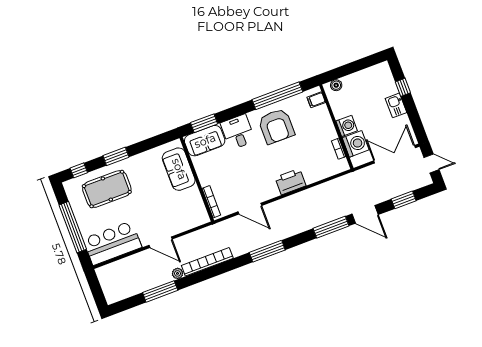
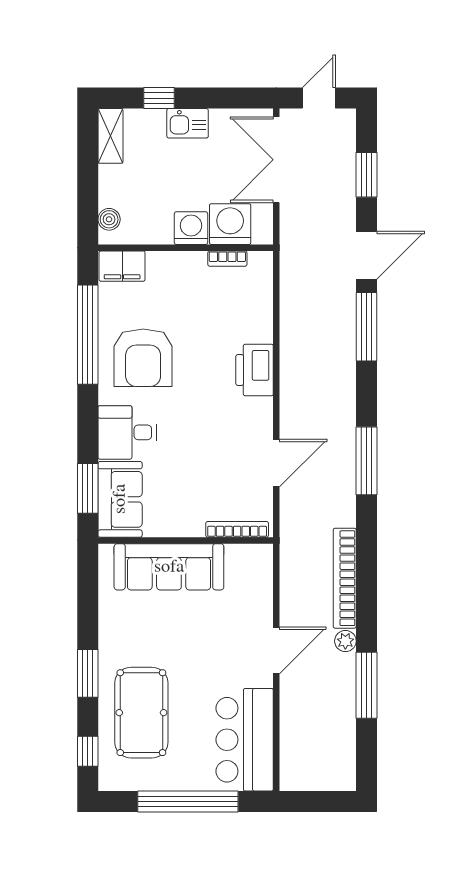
shelving: (376, 71) -> (111, 136), added
filing cabinet: (316, 100) -> (122, 266), width x2.00
armchair: (276, 126) -> (143, 358), turned 90
sofa: (179, 169) -> (169, 567), width x1.36

